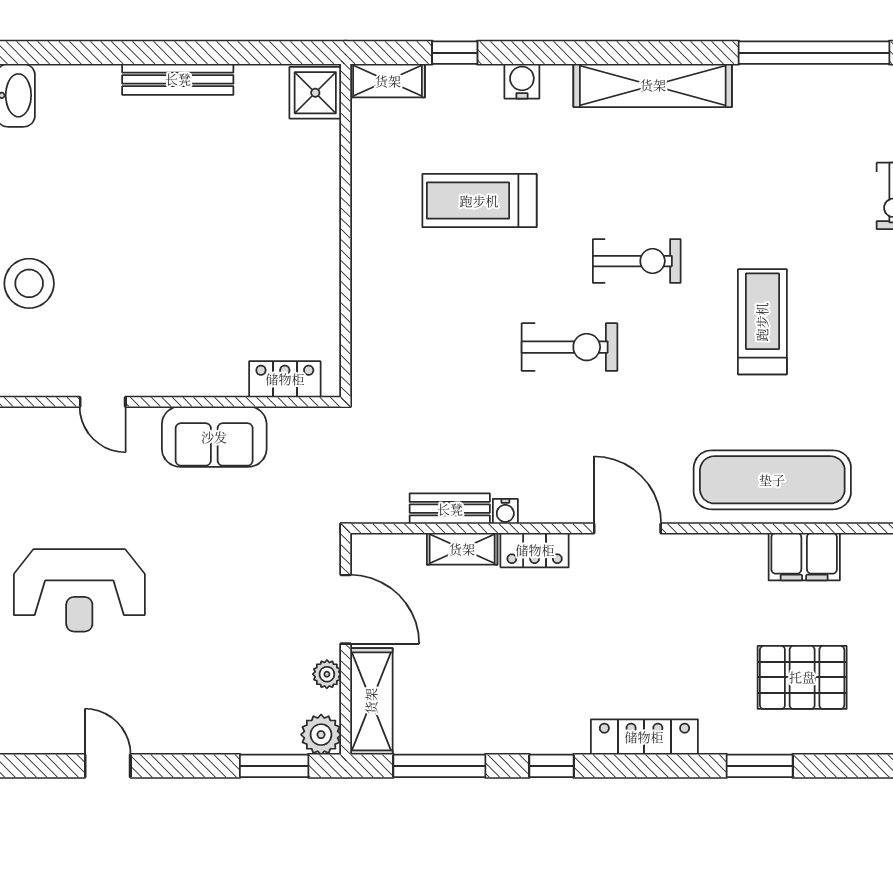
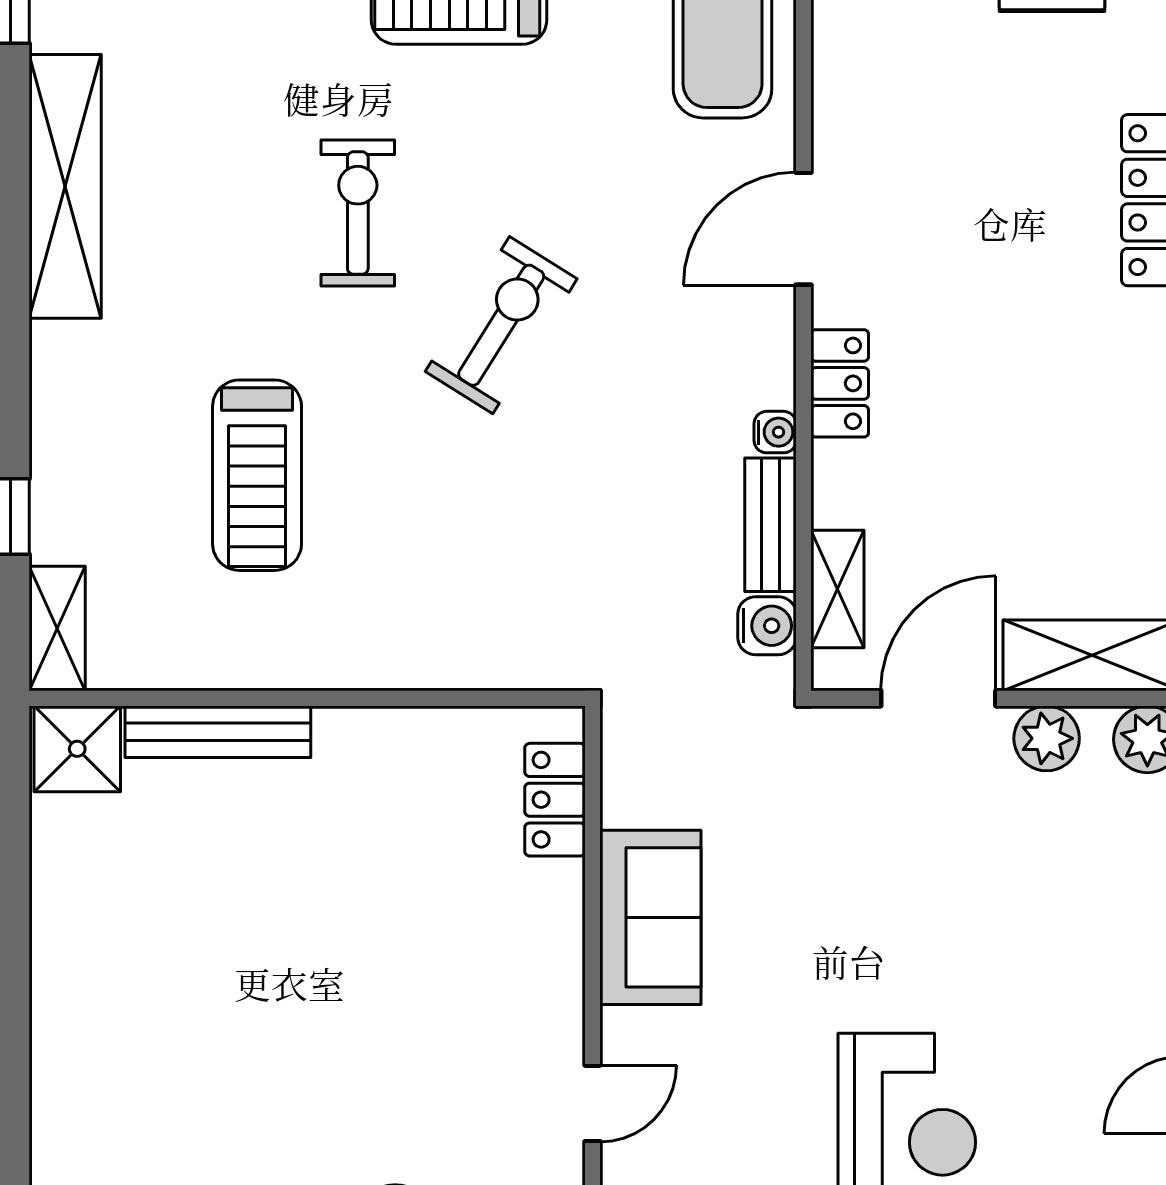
bench: (178, 79) -> (218, 732), moved, turned 90
water cooler: (522, 81) -> (767, 626), moved, turned 180
exercise bike: (569, 347) -> (501, 325), turned 32
shelving: (462, 549) -> (837, 589), moved
plant: (327, 674) -> (1047, 738), width x1.38, depth x1.38

